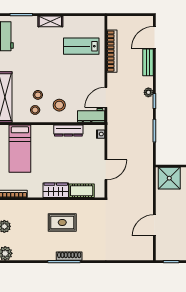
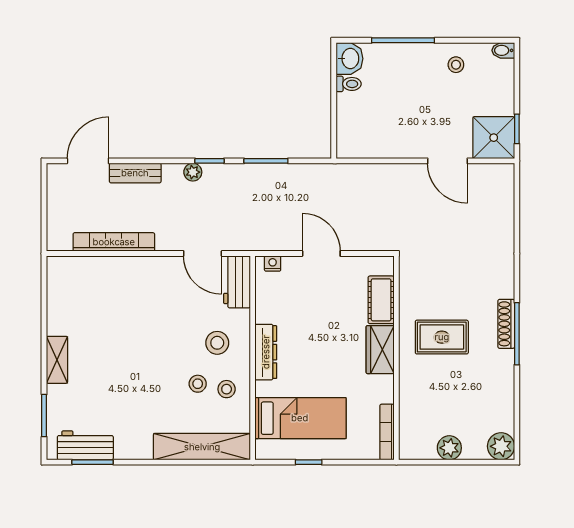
door: (154, 38) -> (88, 161), swing flipped
lab bench: (81, 46) -> (104, 301), removed
dresser: (68, 131) -> (266, 352), moved
door: (106, 170) -> (321, 254), moved
shower: (169, 178) -> (494, 138), moved
rug: (62, 222) -> (442, 337), turned 90

